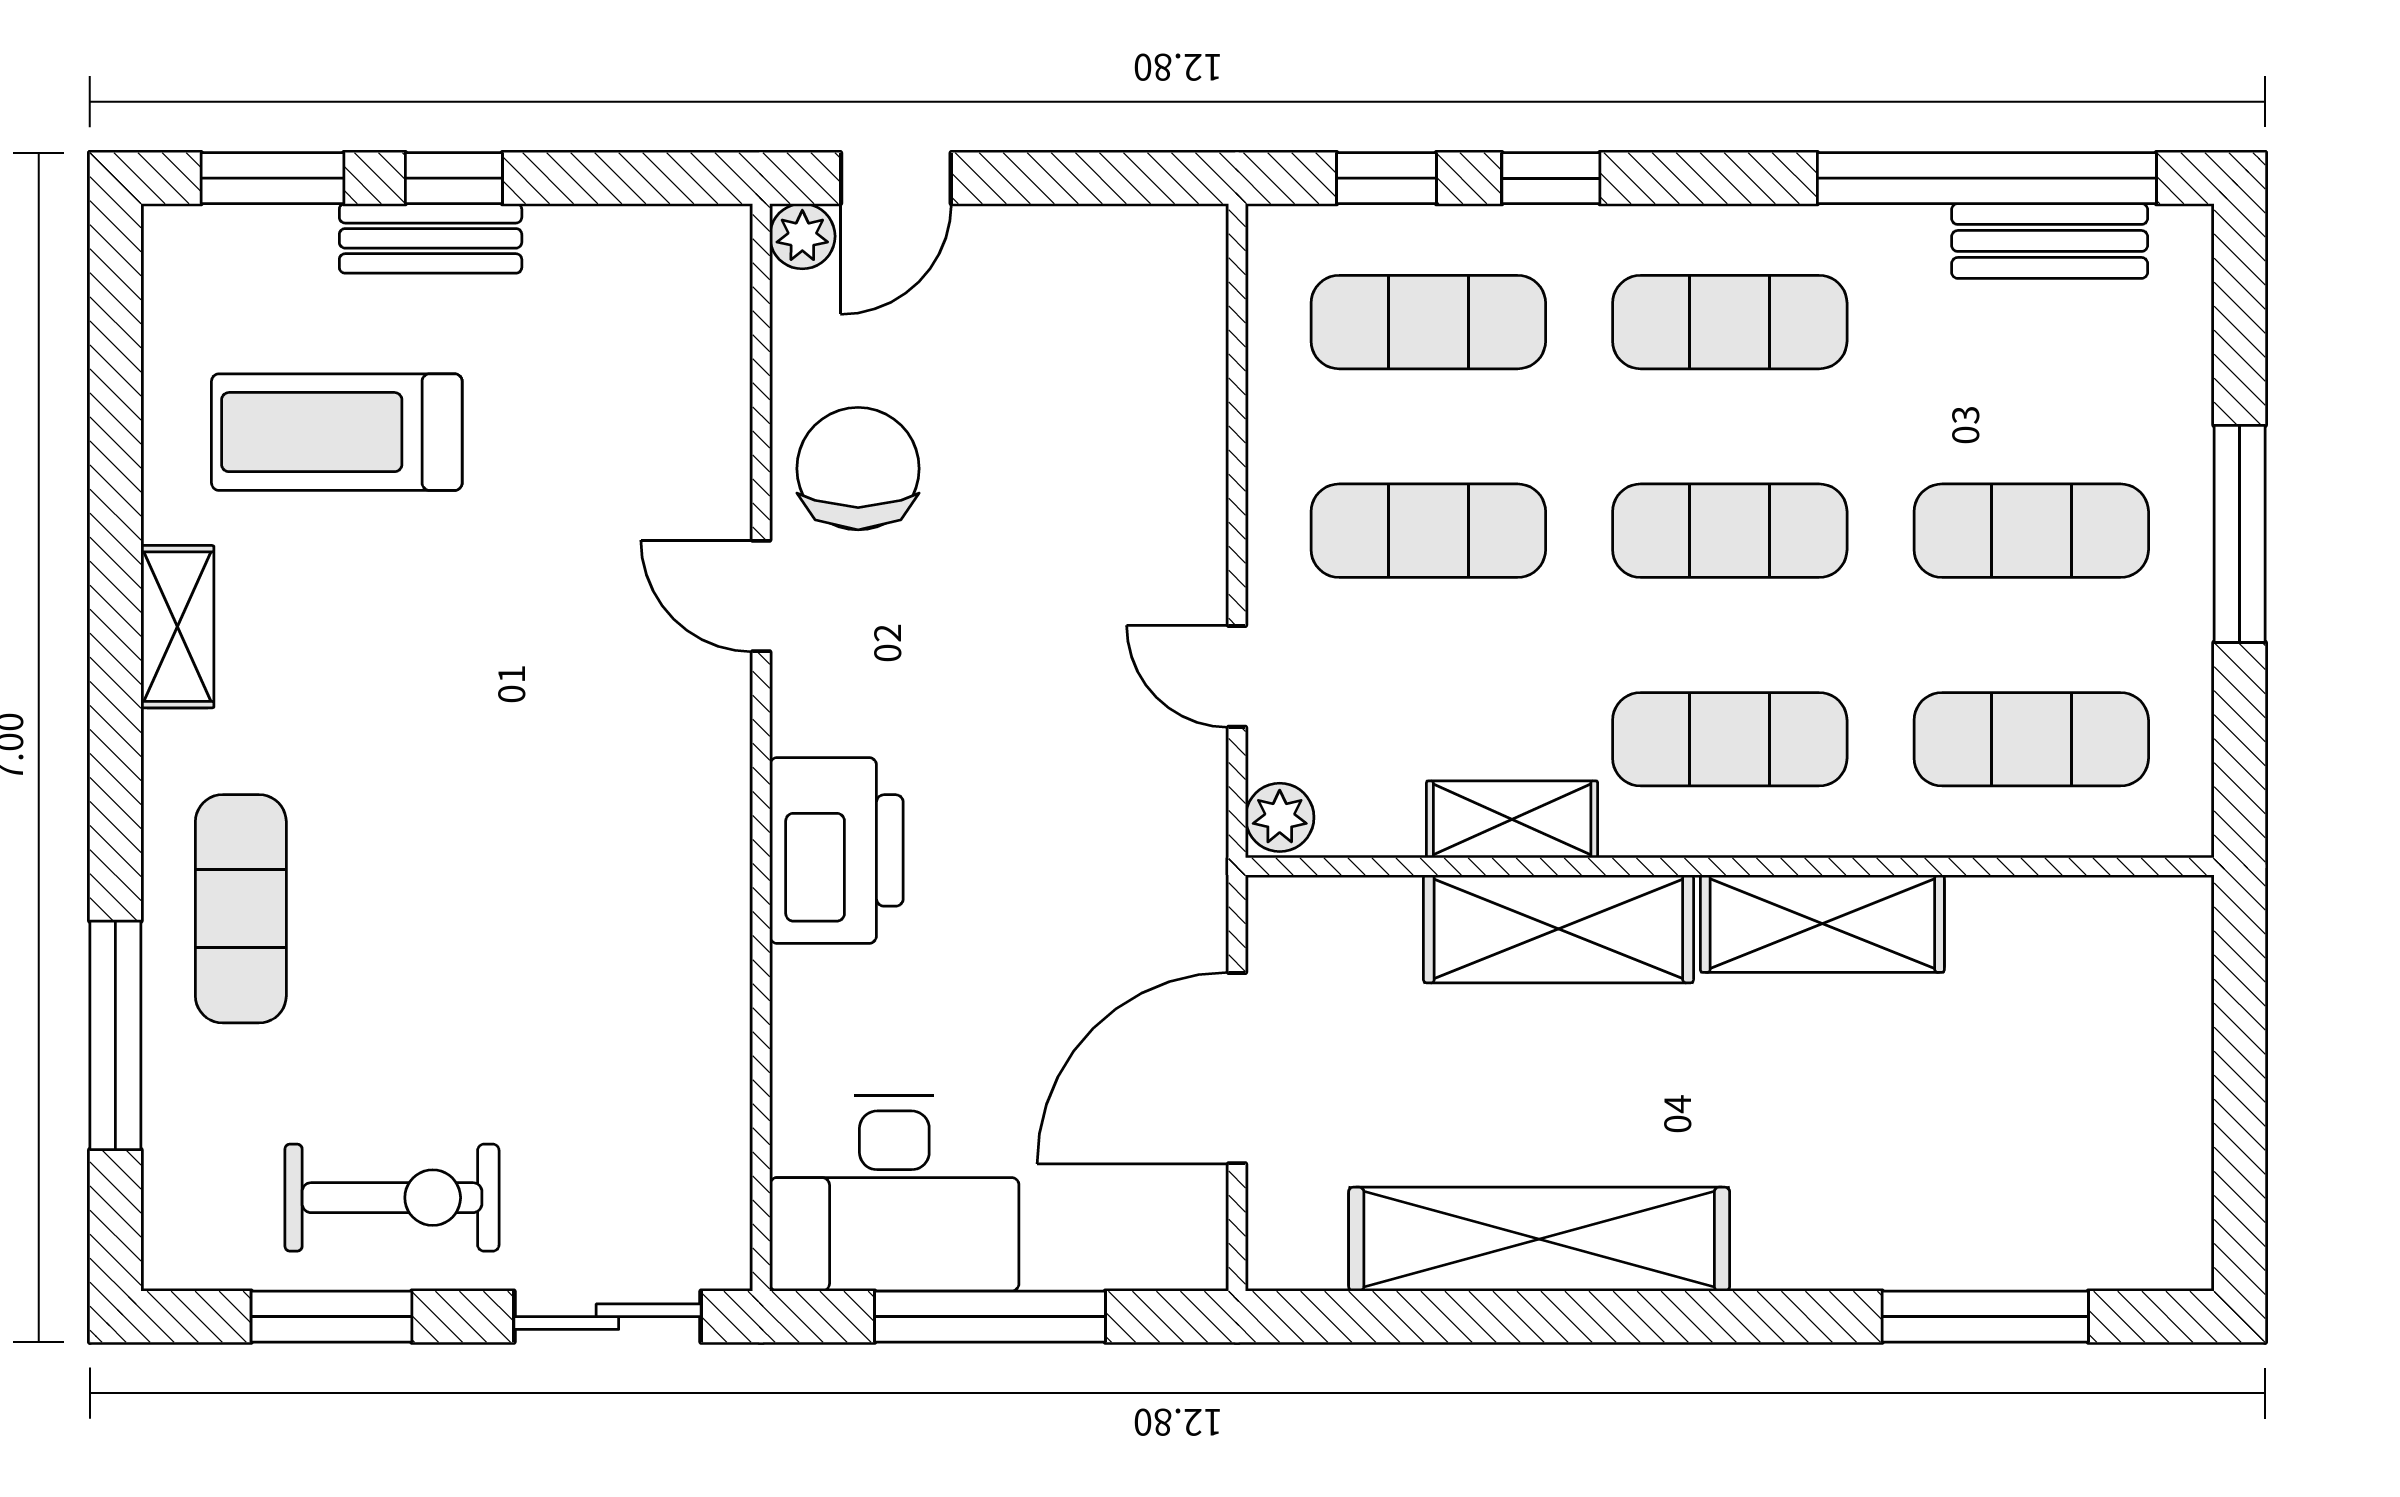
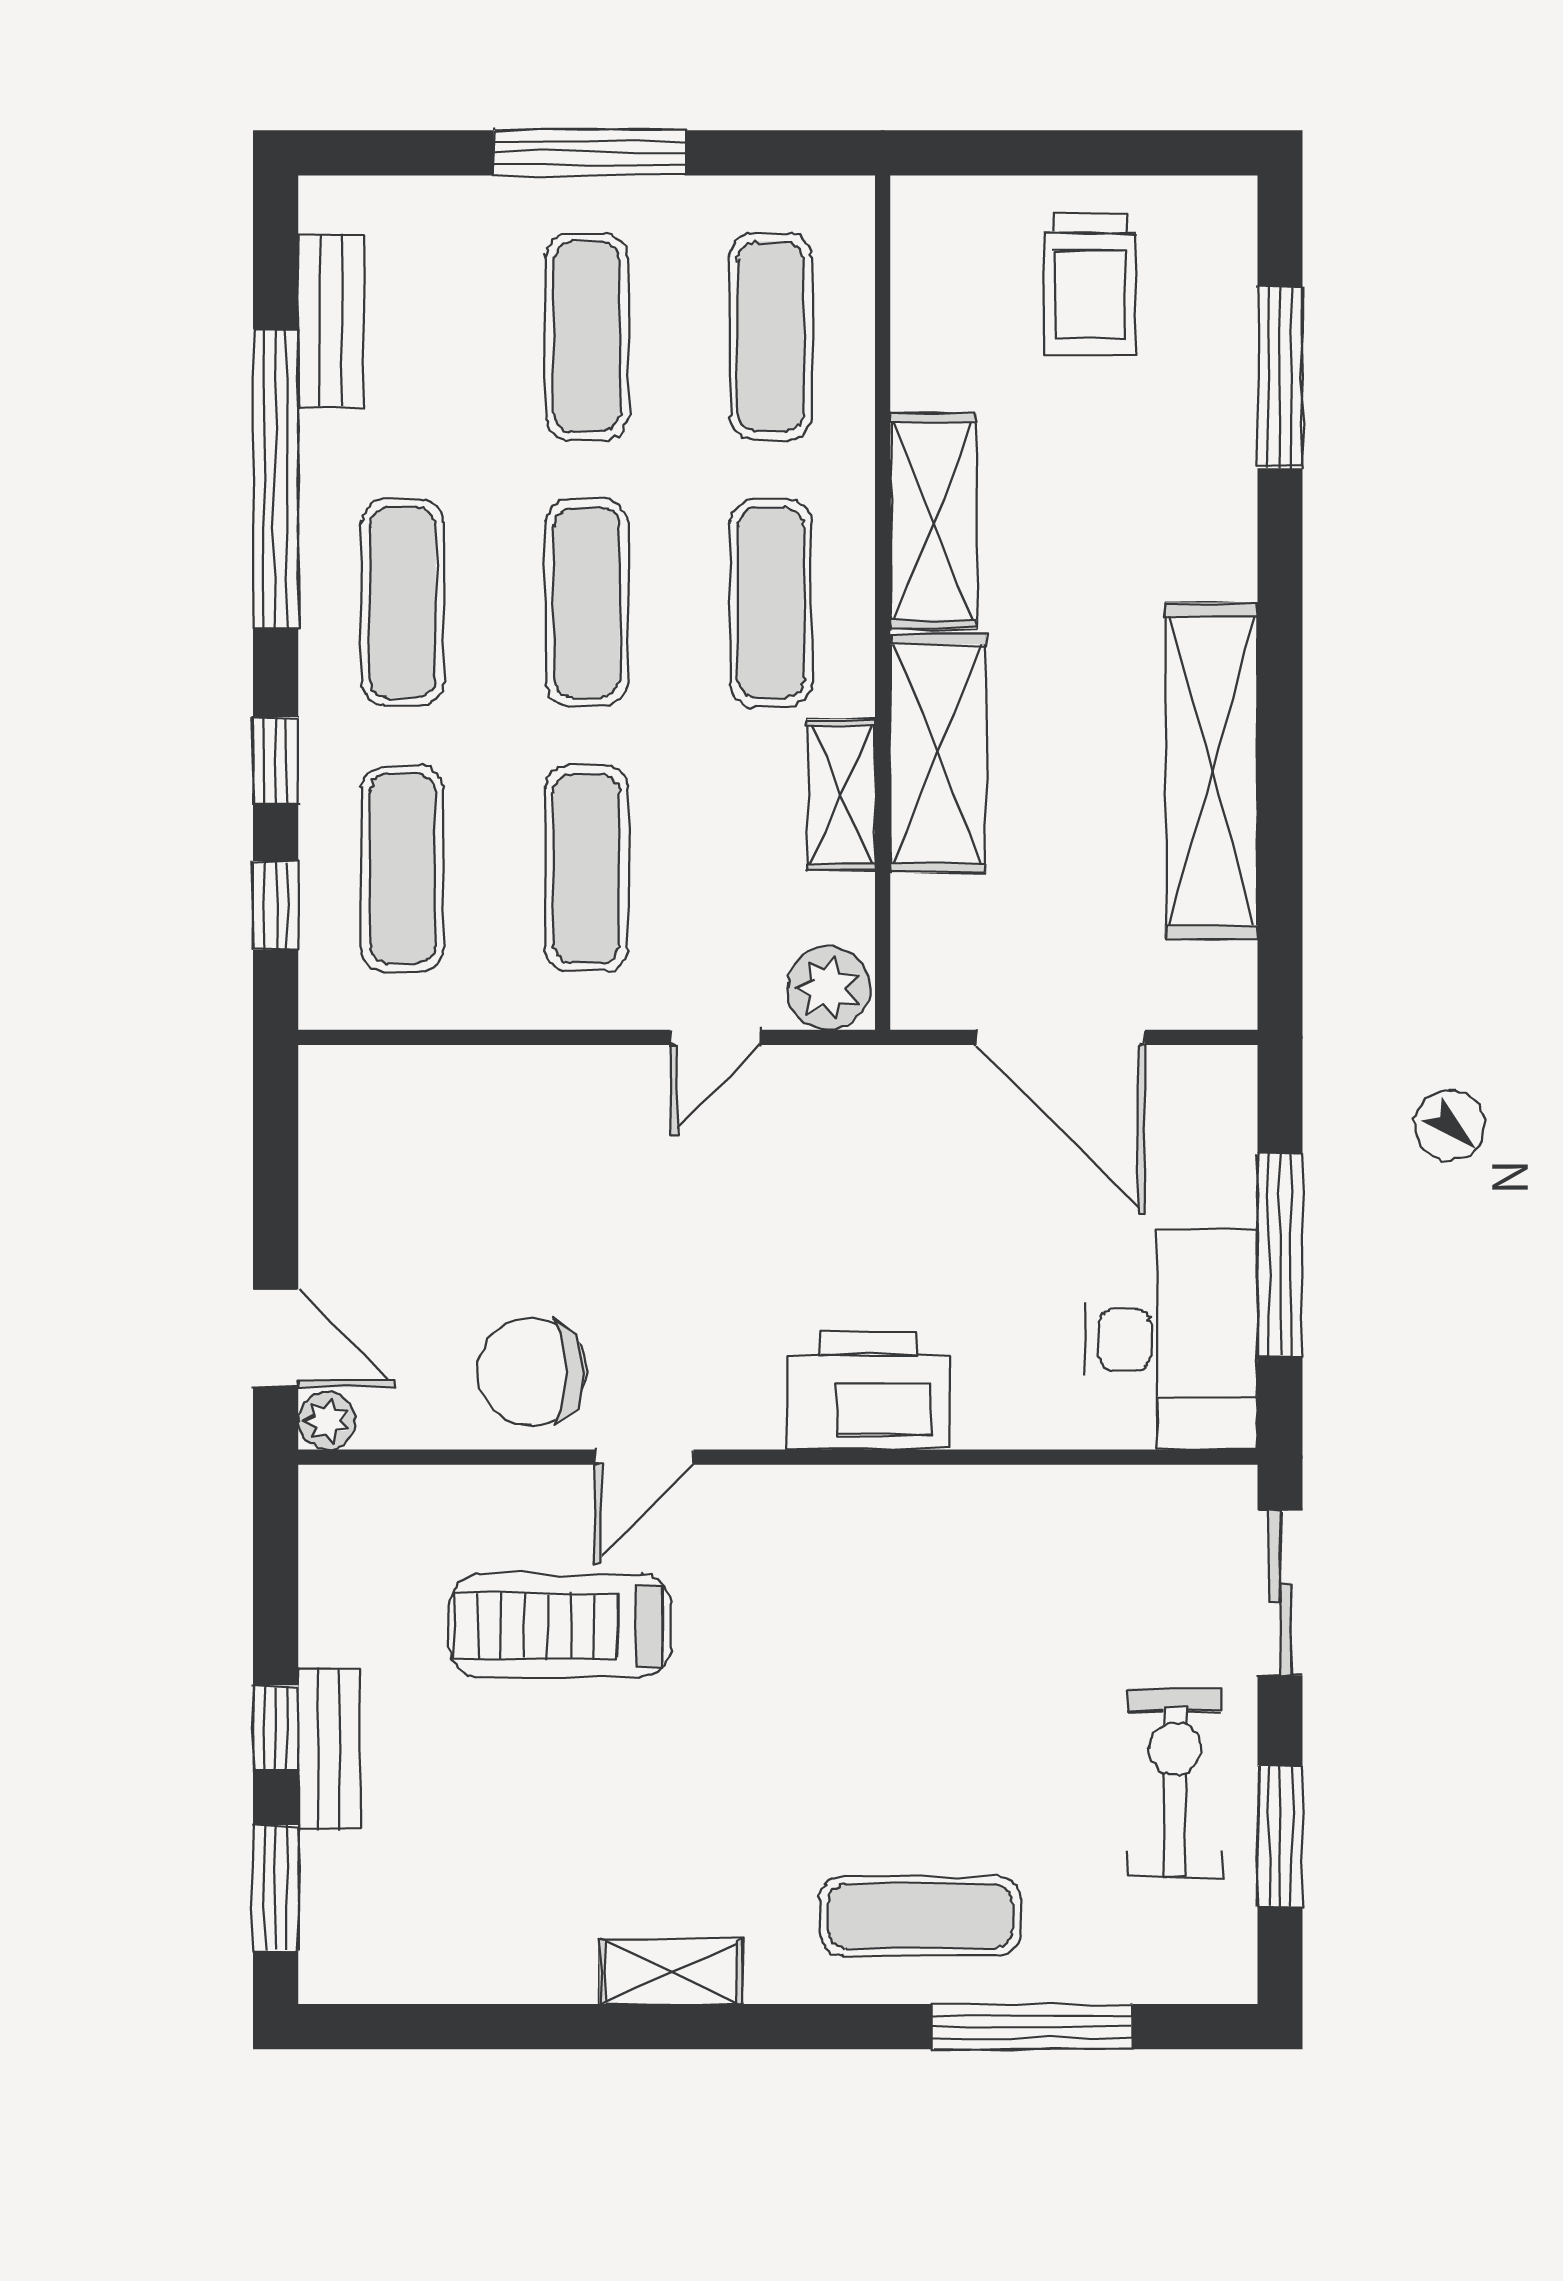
window: (1987, 178) -> (276, 479), moved
treadmill: (337, 432) -> (560, 1626), moved, turned 90
plant: (1280, 817) -> (828, 988), width x1.38, depth x1.38
trolley: (2090, 1101) -> (1090, 284), added

